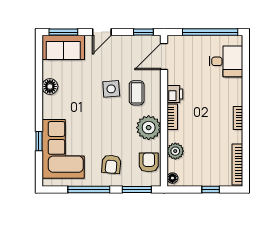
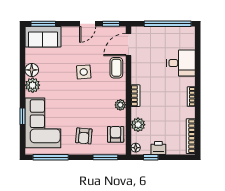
door: (102, 32) -> (88, 24), moved
desk: (226, 61) -> (181, 63), moved
coffee table: (137, 93) -> (116, 68), moved
printer: (175, 94) -> (158, 148), moved, turned -90
plant: (51, 104) -> (33, 85), added
plant: (149, 128) -> (120, 105), width x0.53, depth x0.53
window: (89, 189) -> (51, 157), moved
window: (211, 189) -> (151, 157), moved

